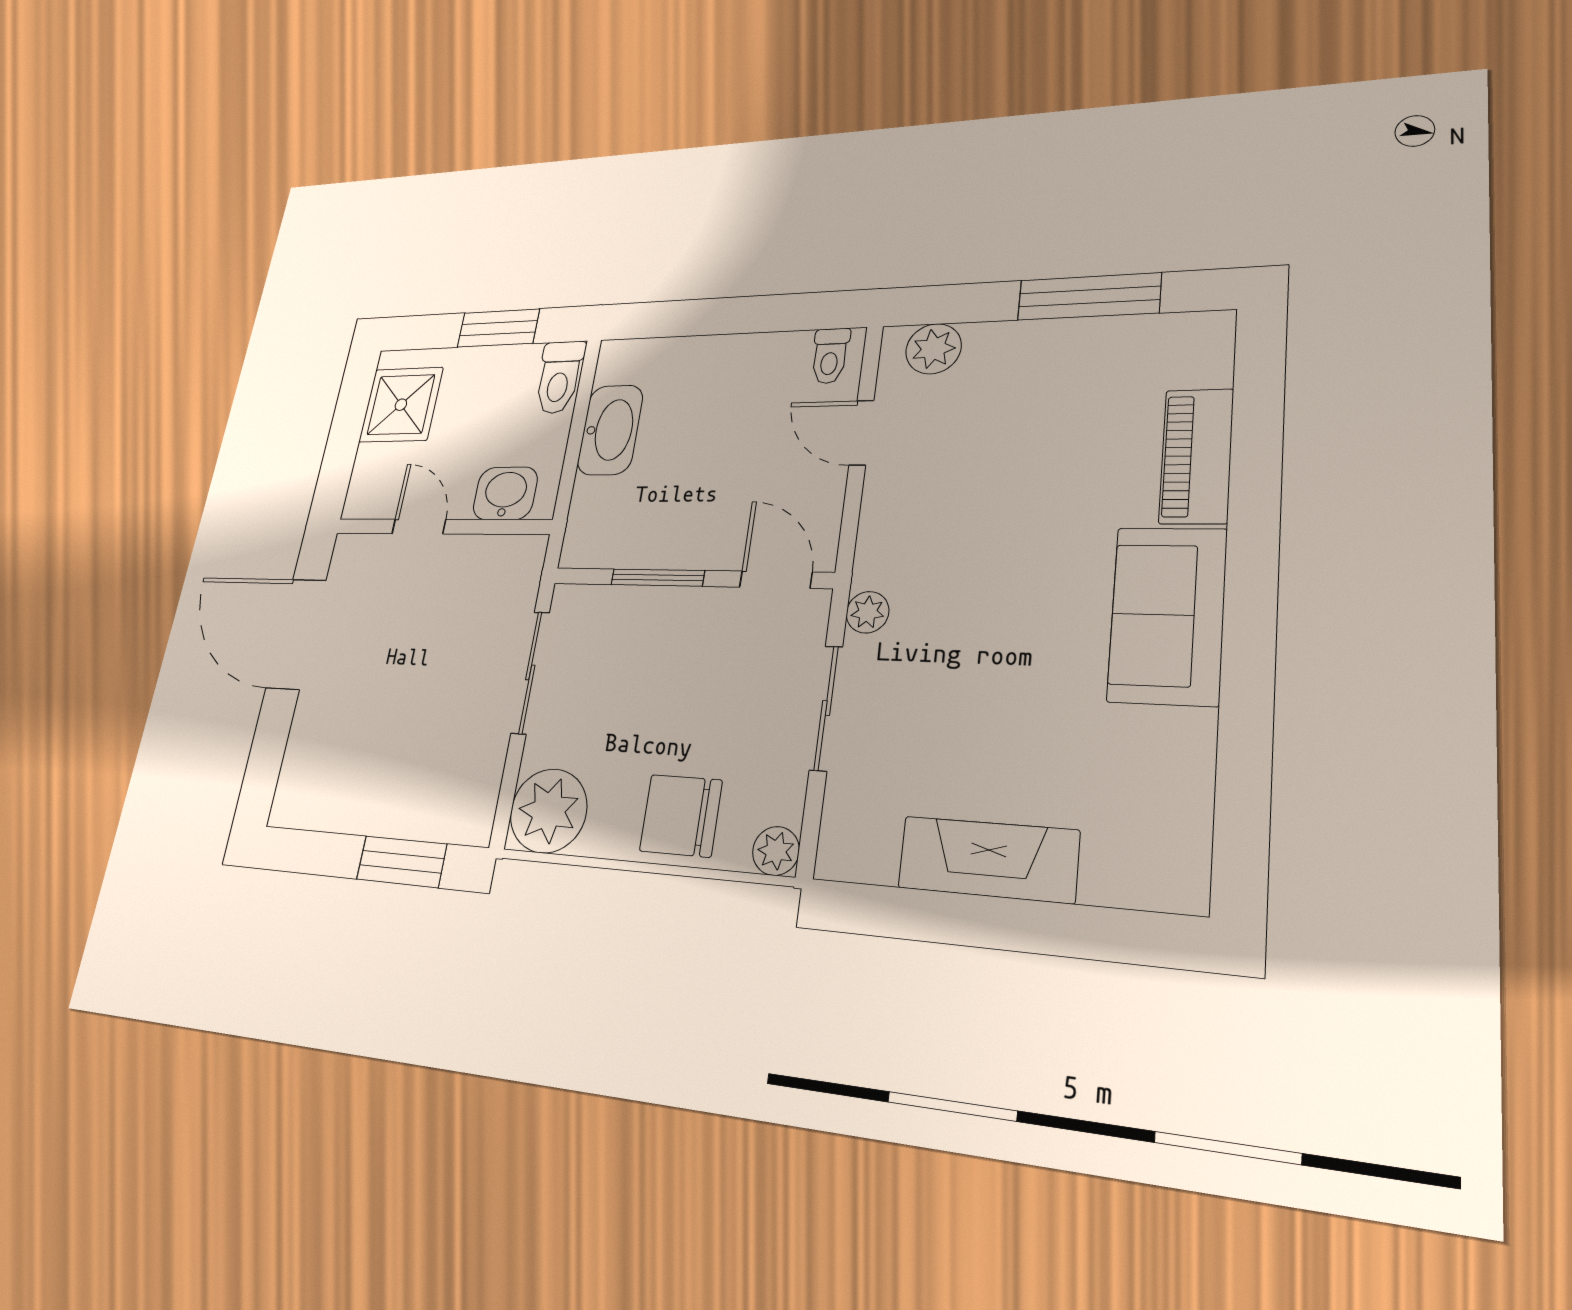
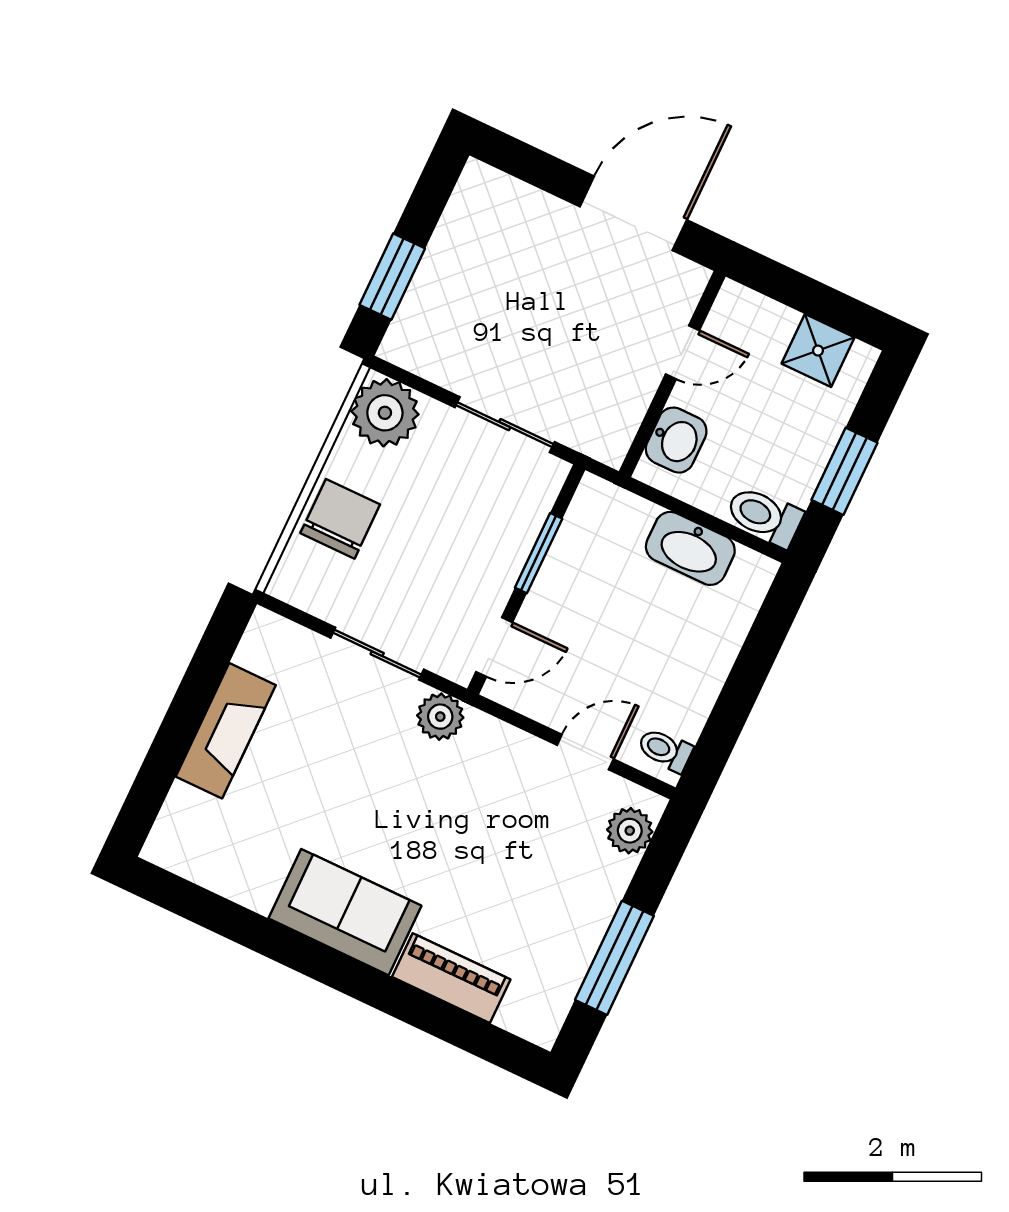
shower: (401, 405) -> (818, 351), width x0.73, depth x0.73
plant: (868, 612) -> (440, 717), width x1.38, depth x1.38
plant: (776, 851) -> (287, 583), removed

